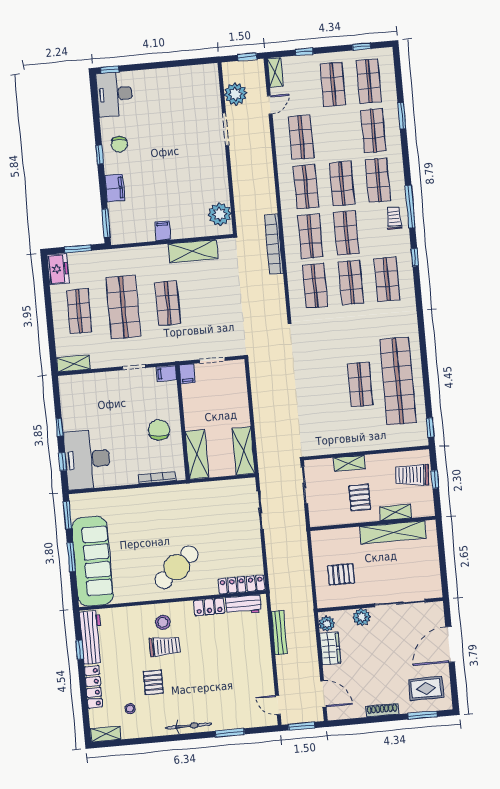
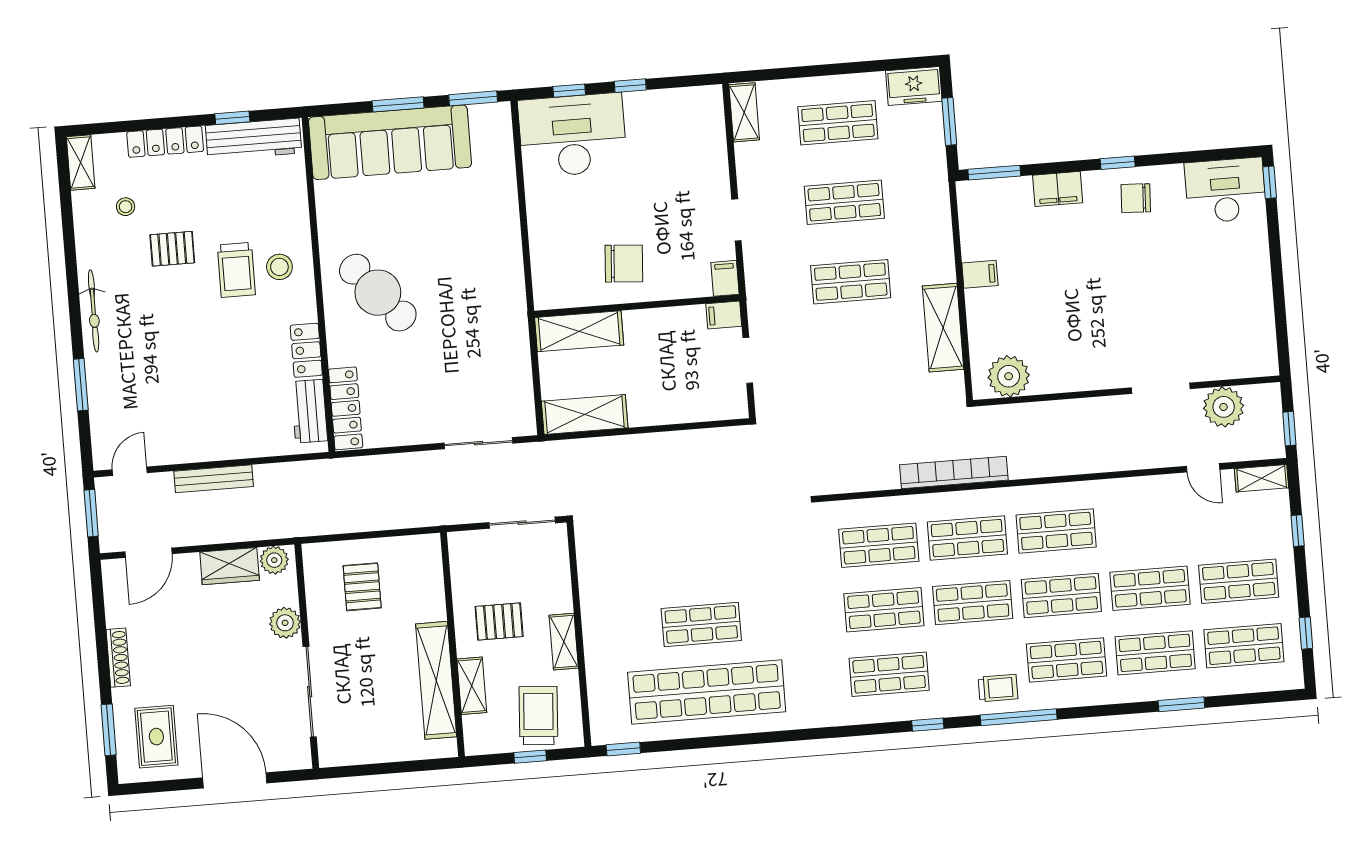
shop shelf: (301, 137) -> (1150, 588), moved
shop shelf: (123, 307) -> (844, 202), width x0.70, depth x0.74
shelving: (349, 463) -> (564, 642), moved
bookcase: (157, 478) -> (538, 259), removed
bench: (279, 633) -> (214, 479), moved

